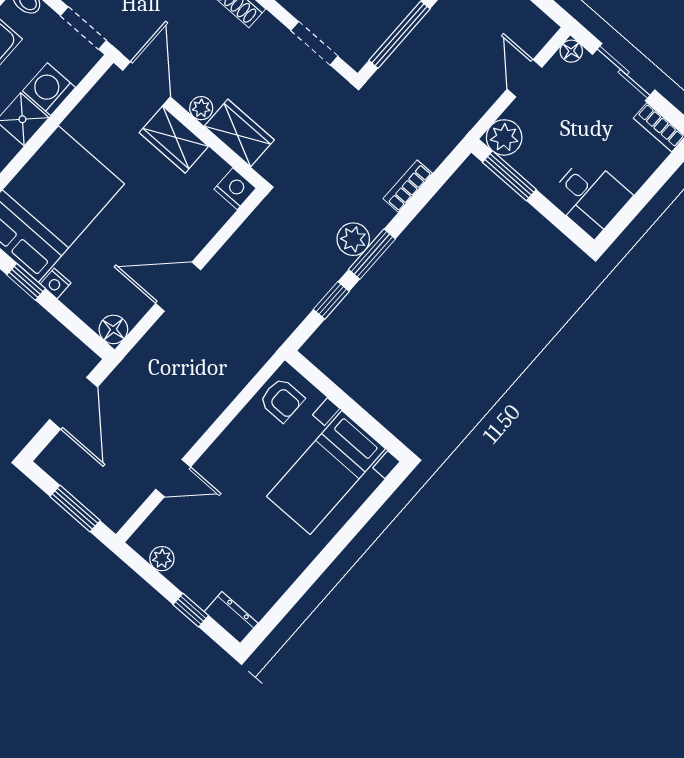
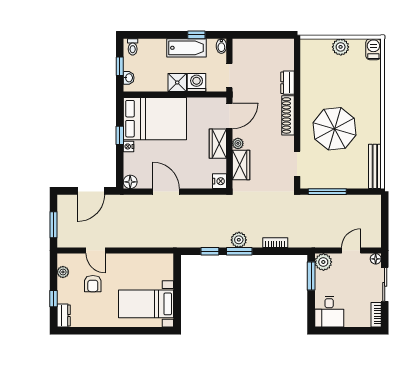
armchair: (282, 400) -> (93, 284), moved

